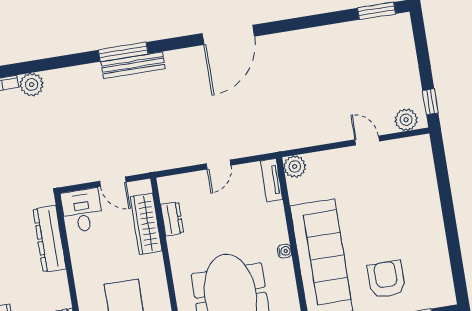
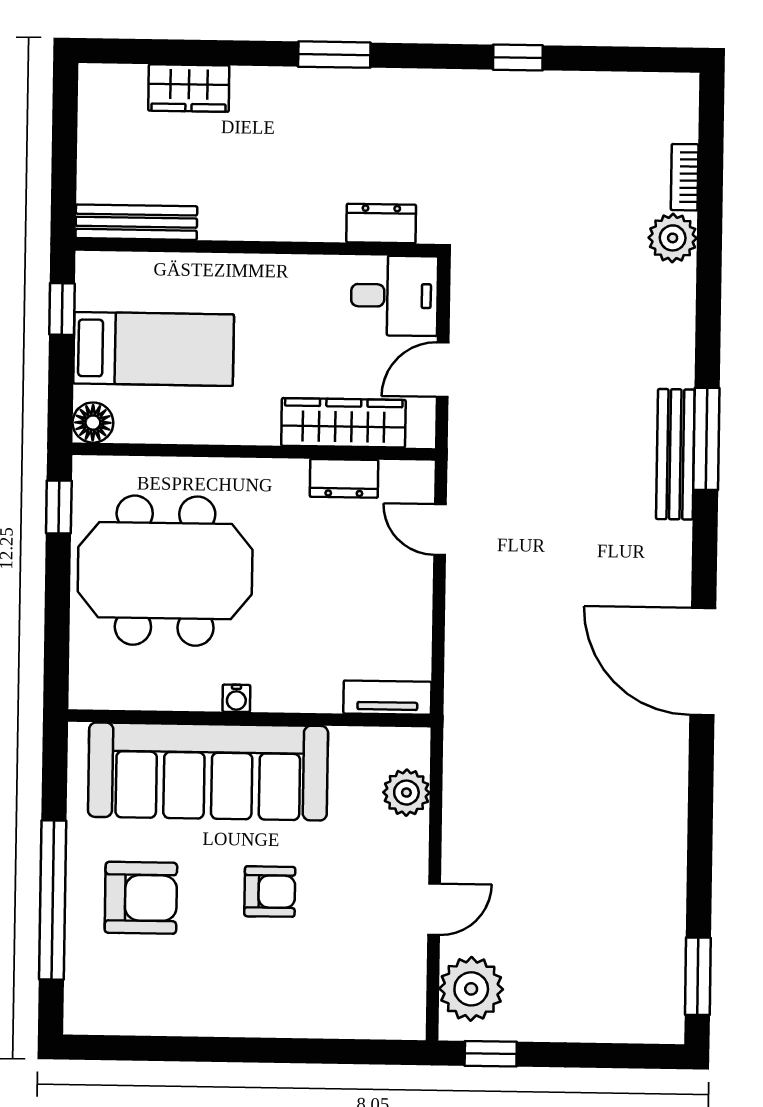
plant: (406, 120) -> (471, 989), width x1.36, depth x1.36
door: (219, 165) -> (440, 530), moved
plant: (295, 166) -> (406, 793), moved
armchair: (373, 219) -> (270, 892), added
dresser: (50, 239) -> (381, 224), width x0.51, depth x0.80

